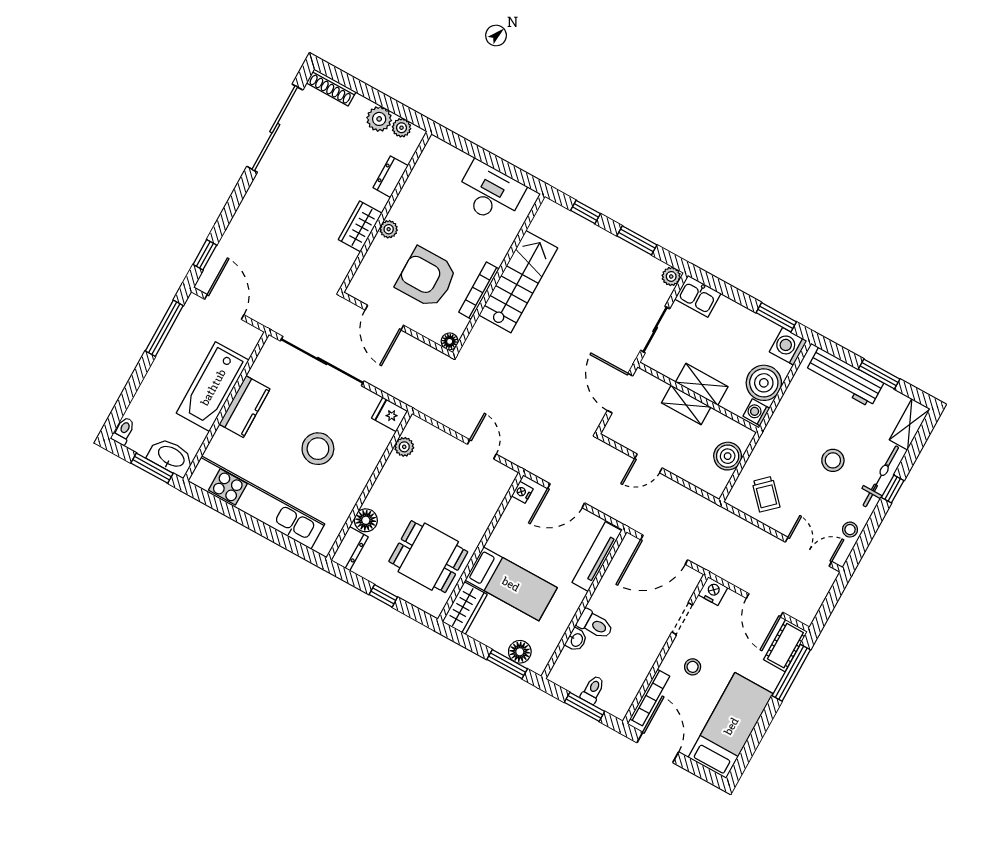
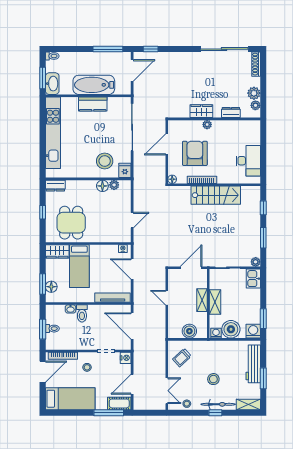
stool: (318, 449) -> (105, 161), moved
floor lamp: (366, 520) -> (102, 186), moved

